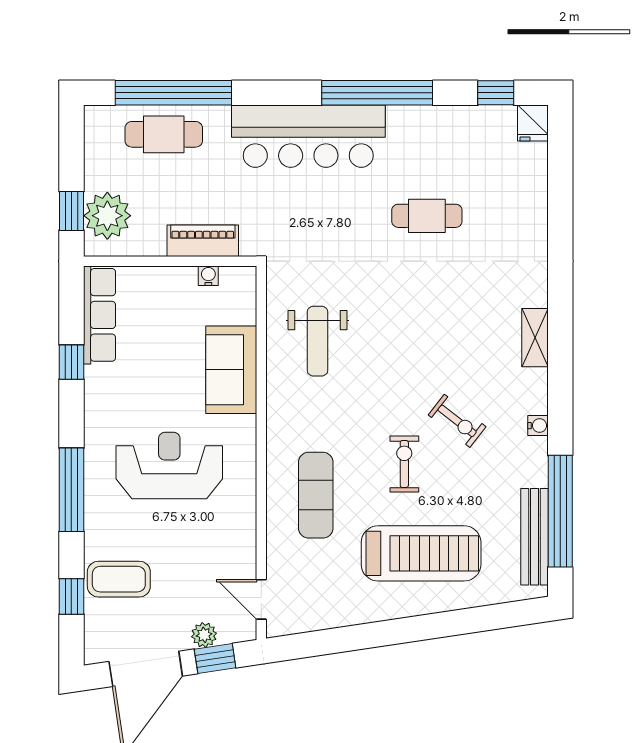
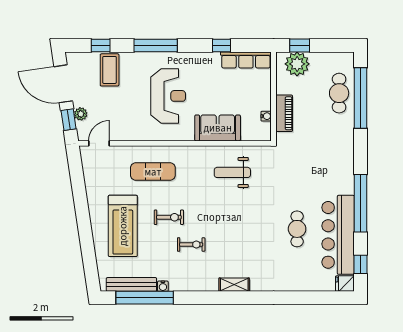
bar counter: (308, 136) -> (338, 235), moved
exercise bike: (457, 421) -> (191, 245), turned -128
water cooler: (538, 426) -> (163, 286), moved

